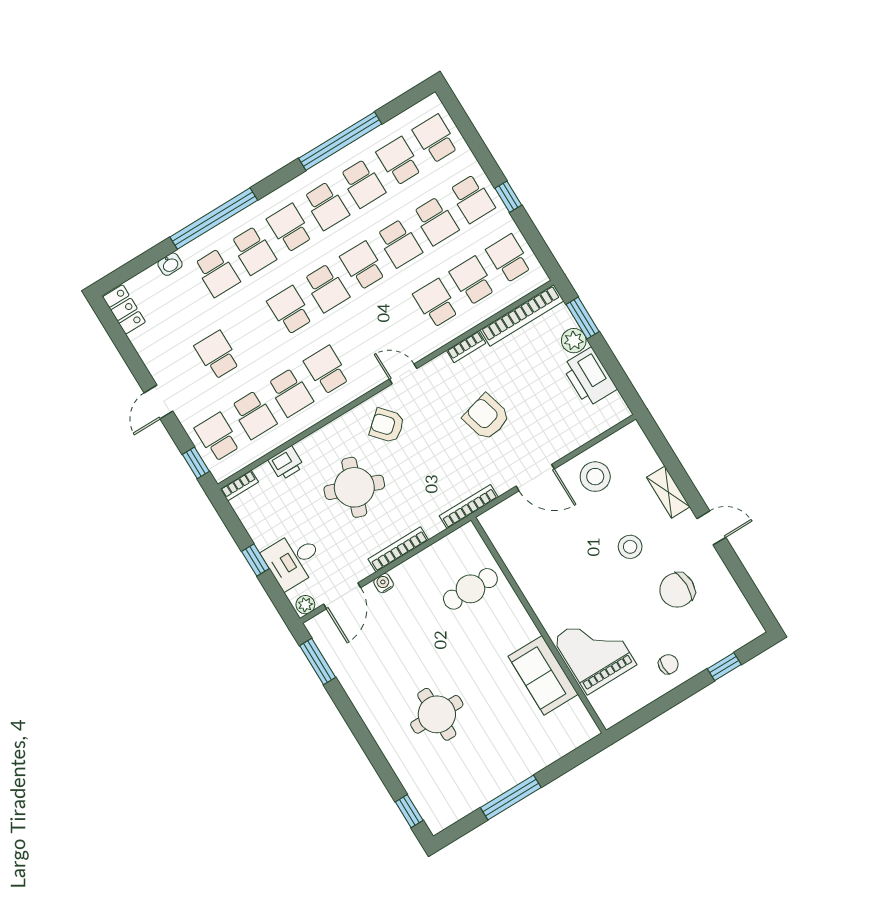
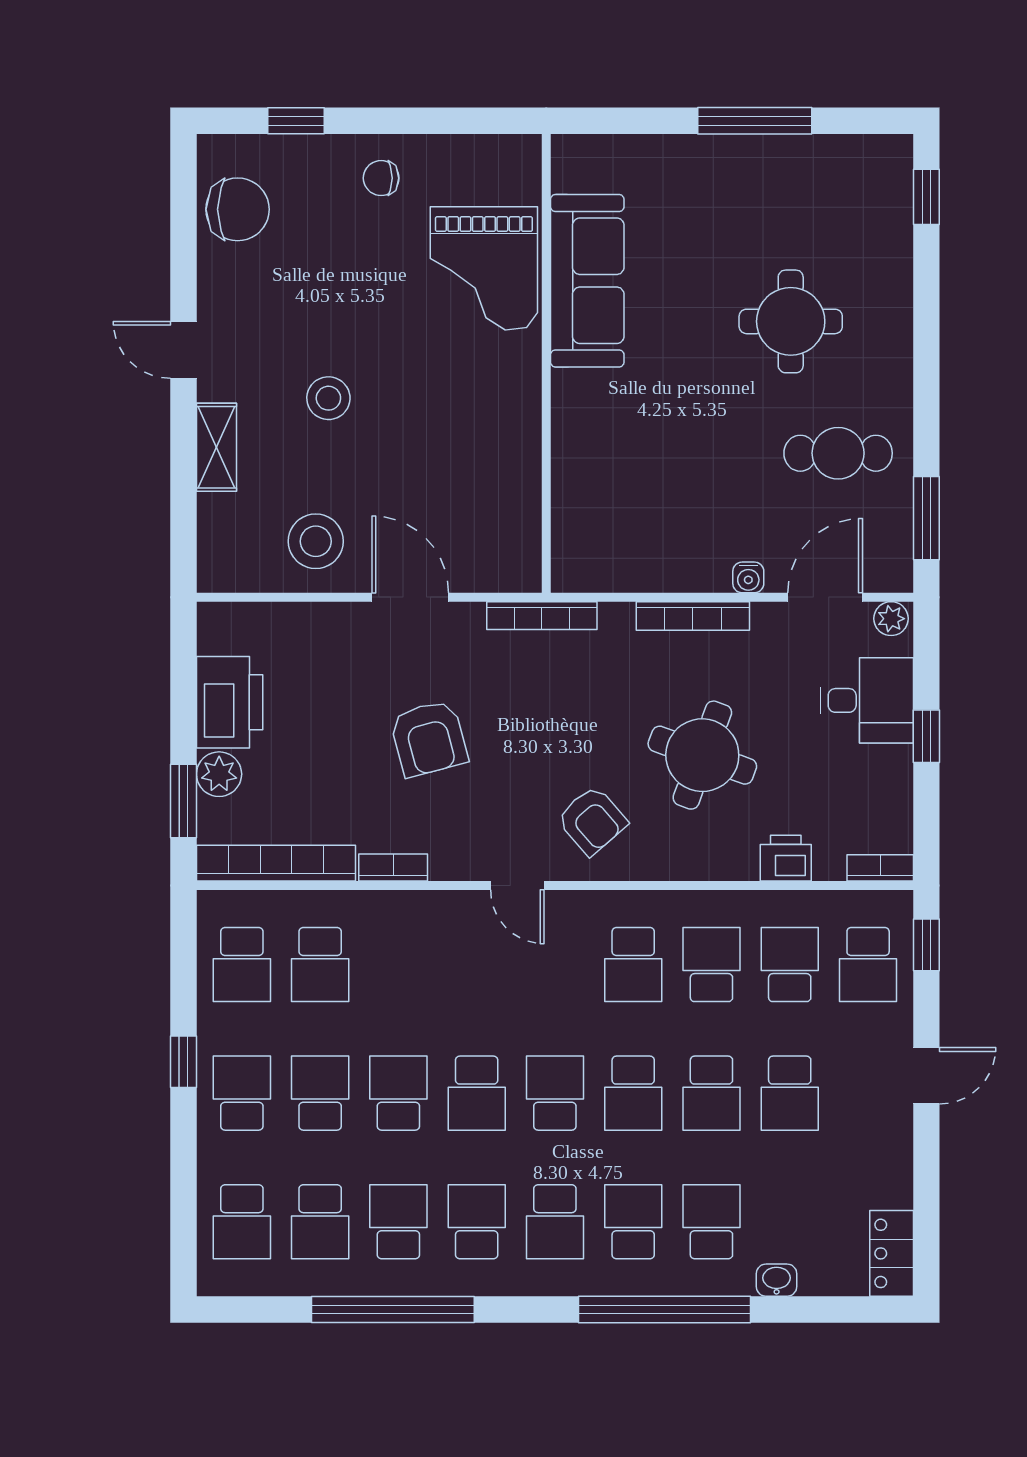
school desk: (436, 303) -> (711, 1093), moved
cafe table: (470, 589) -> (838, 453), moved
chair: (677, 590) -> (238, 209), moved
sofa: (543, 675) -> (587, 281), width x1.36

